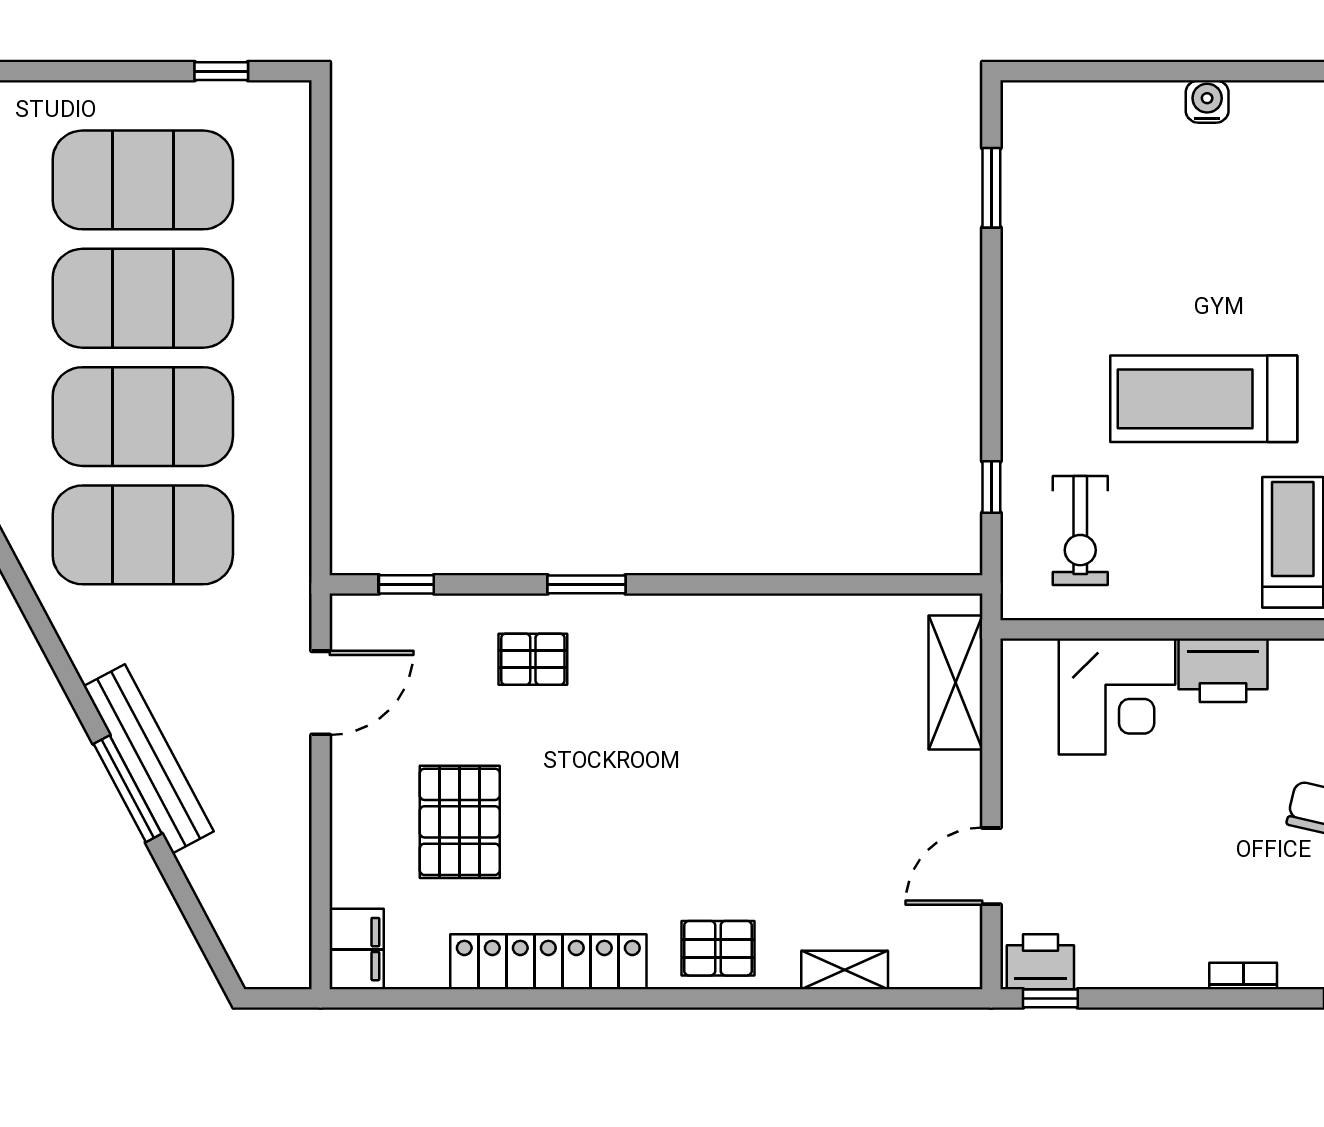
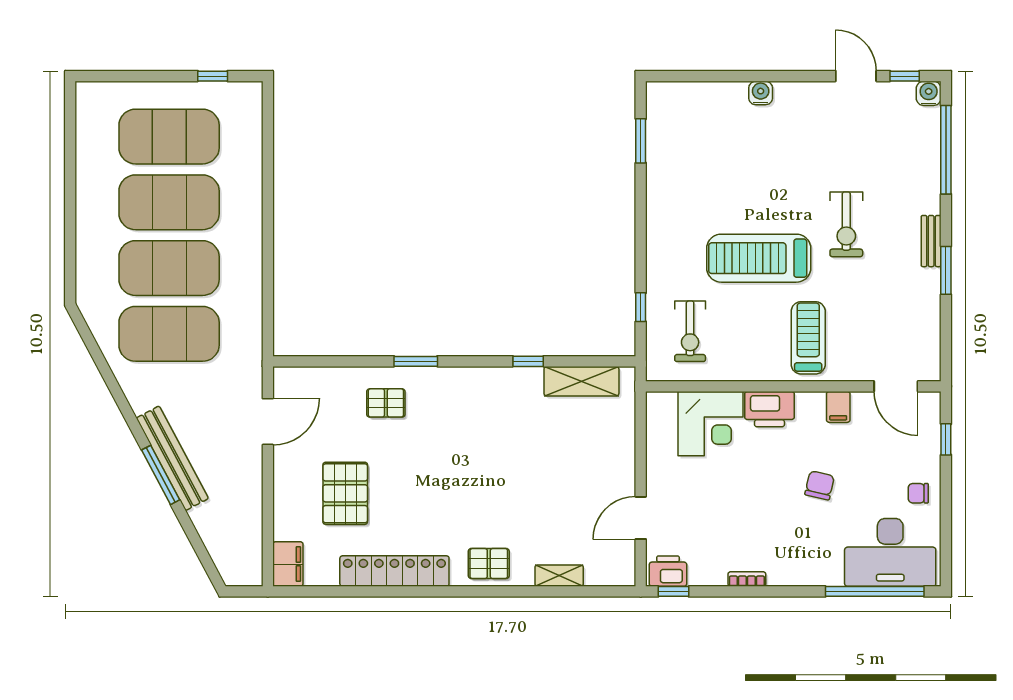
window: (406, 584) -> (528, 361), moved
shelving: (955, 683) -> (581, 381), moved, turned 90
bookcase: (1243, 976) -> (747, 579), moved

